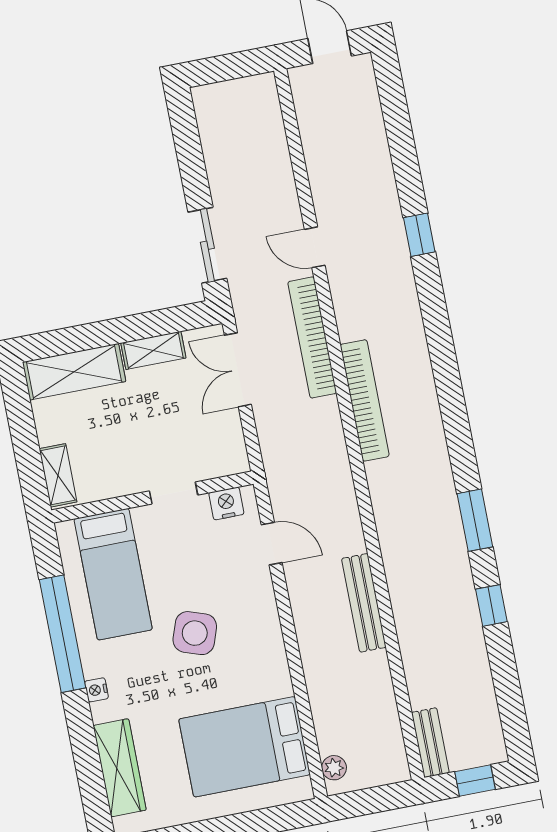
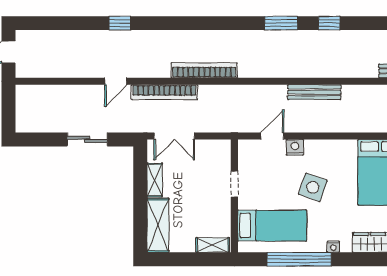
sliding door: (207, 245) -> (87, 139), moved
nightstand: (226, 503) -> (295, 147), moved, turned 90

